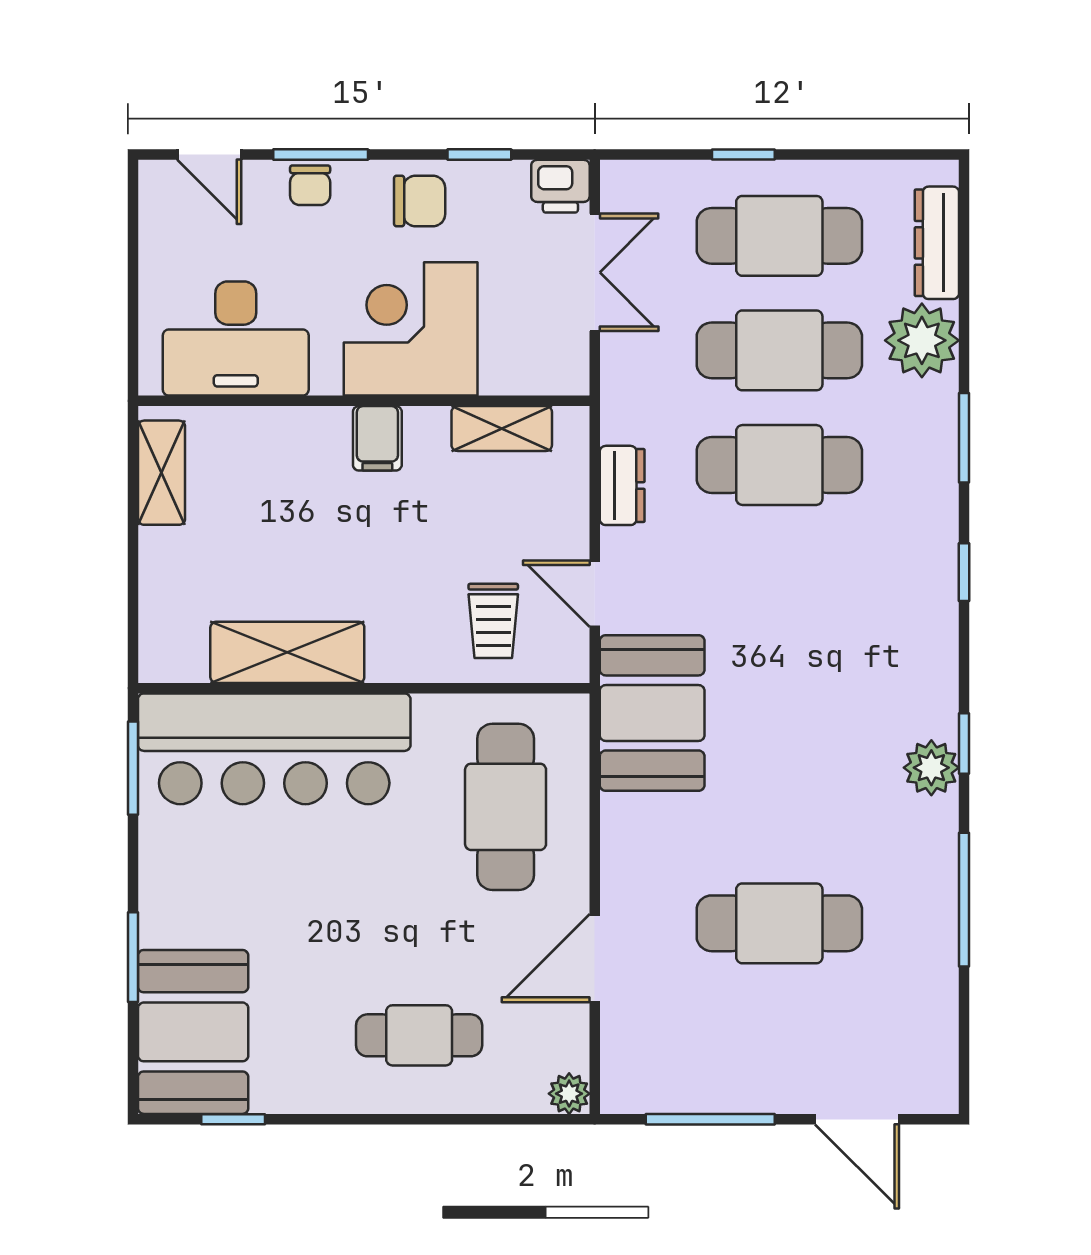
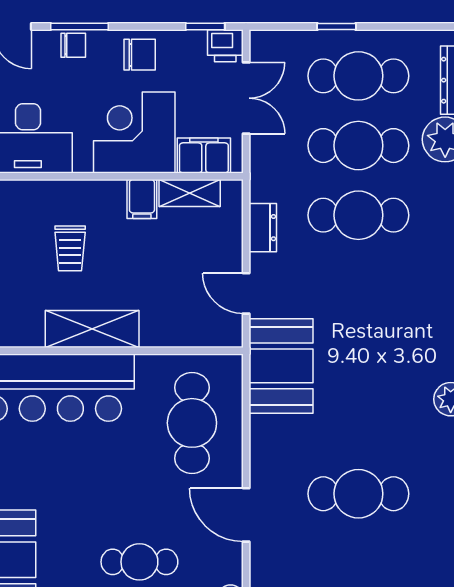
window: (479, 155) -> (205, 27), moved
chair: (310, 185) -> (73, 45), turned -90
filing cabinet: (525, 367) -> (204, 155), added
filing cabinet: (377, 438) -> (142, 199), moved
trolley: (493, 621) -> (70, 248), moved
shelving: (287, 652) -> (92, 329), moved
door: (595, 958) -> (246, 515), hinge flipped

